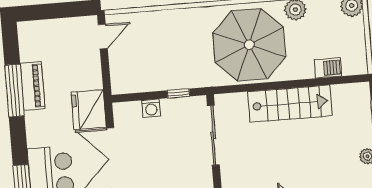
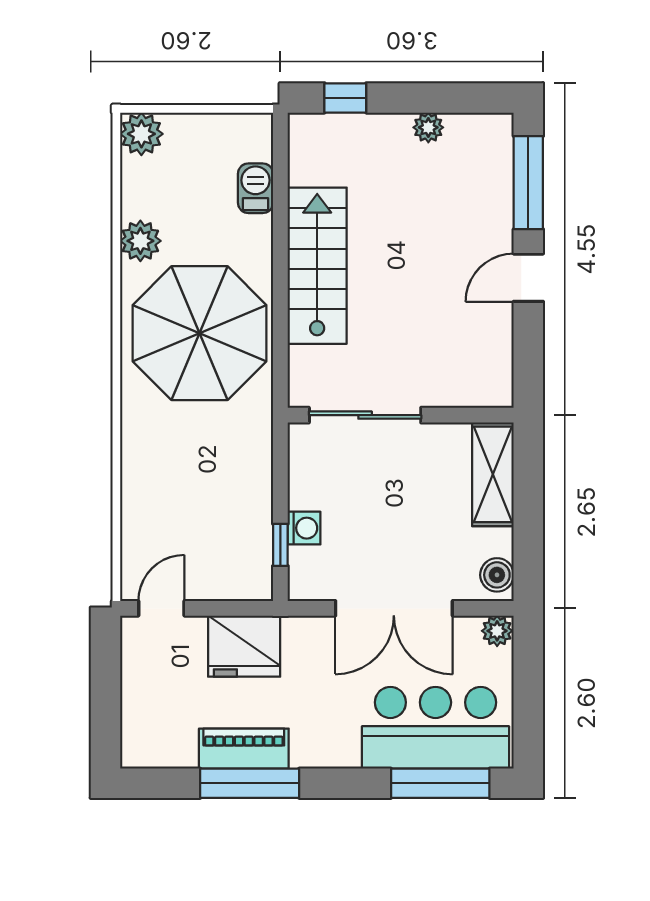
door: (103, 37) -> (161, 608), hinge flipped
window: (178, 93) -> (280, 545), moved
fridge: (89, 110) -> (244, 646), moved

